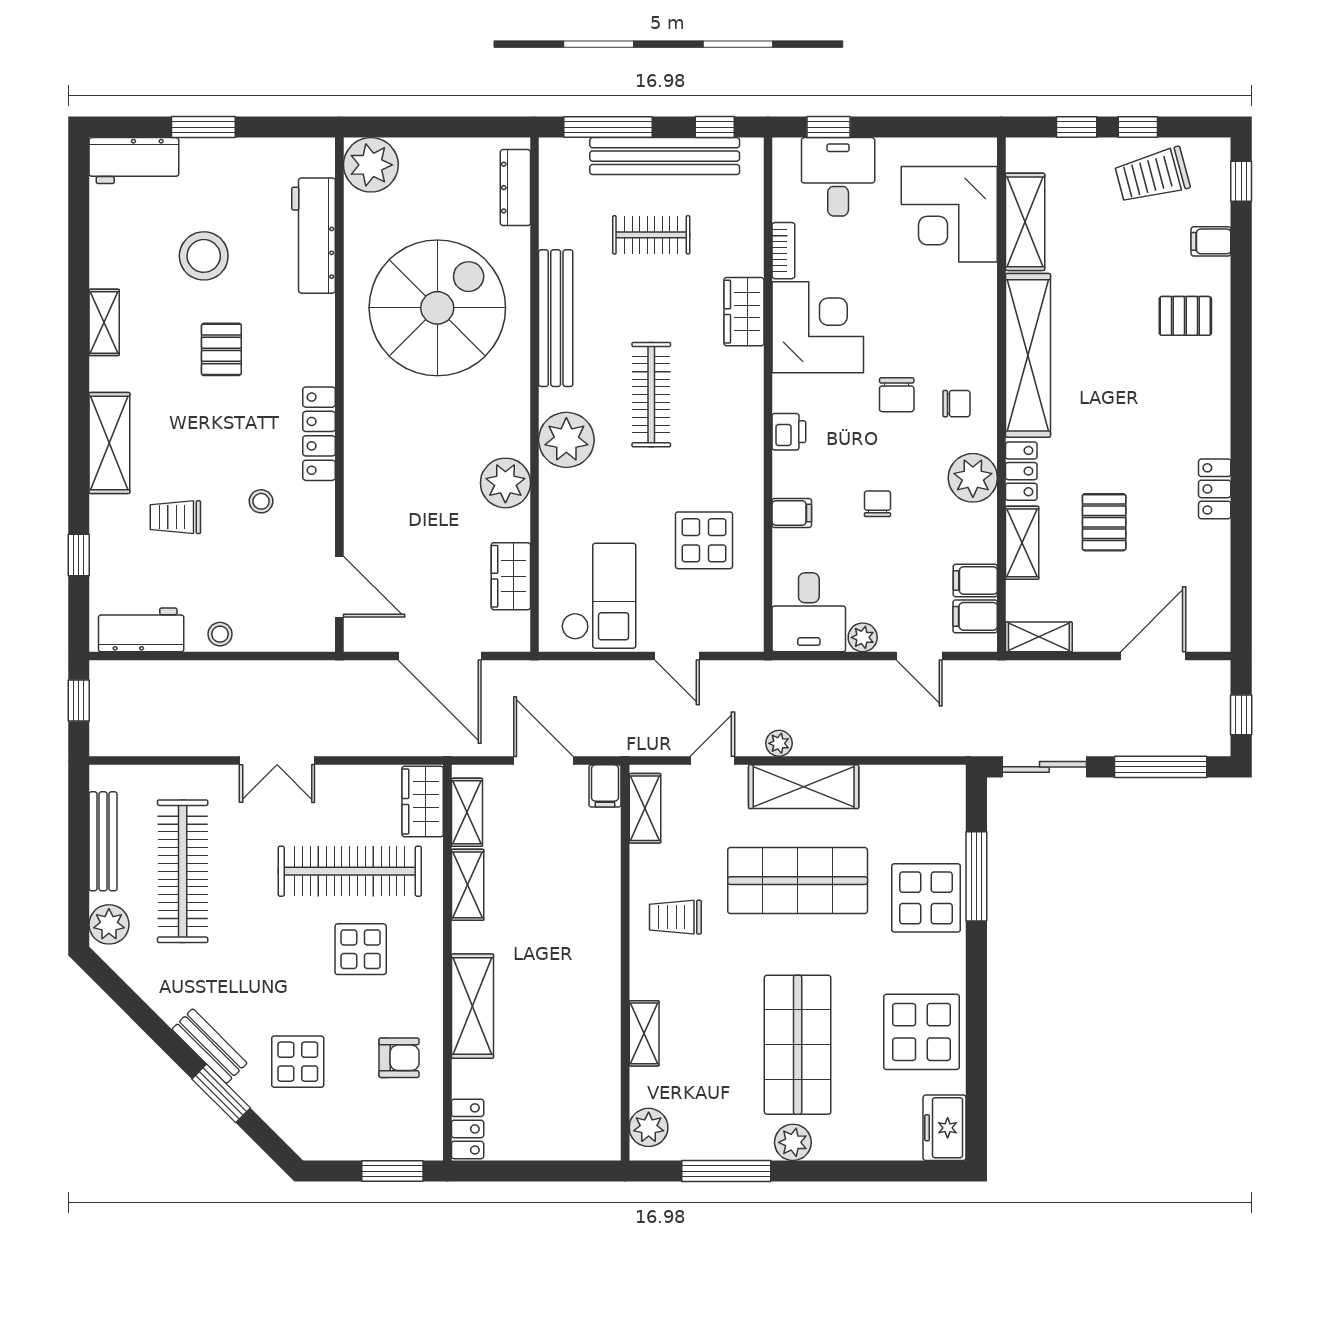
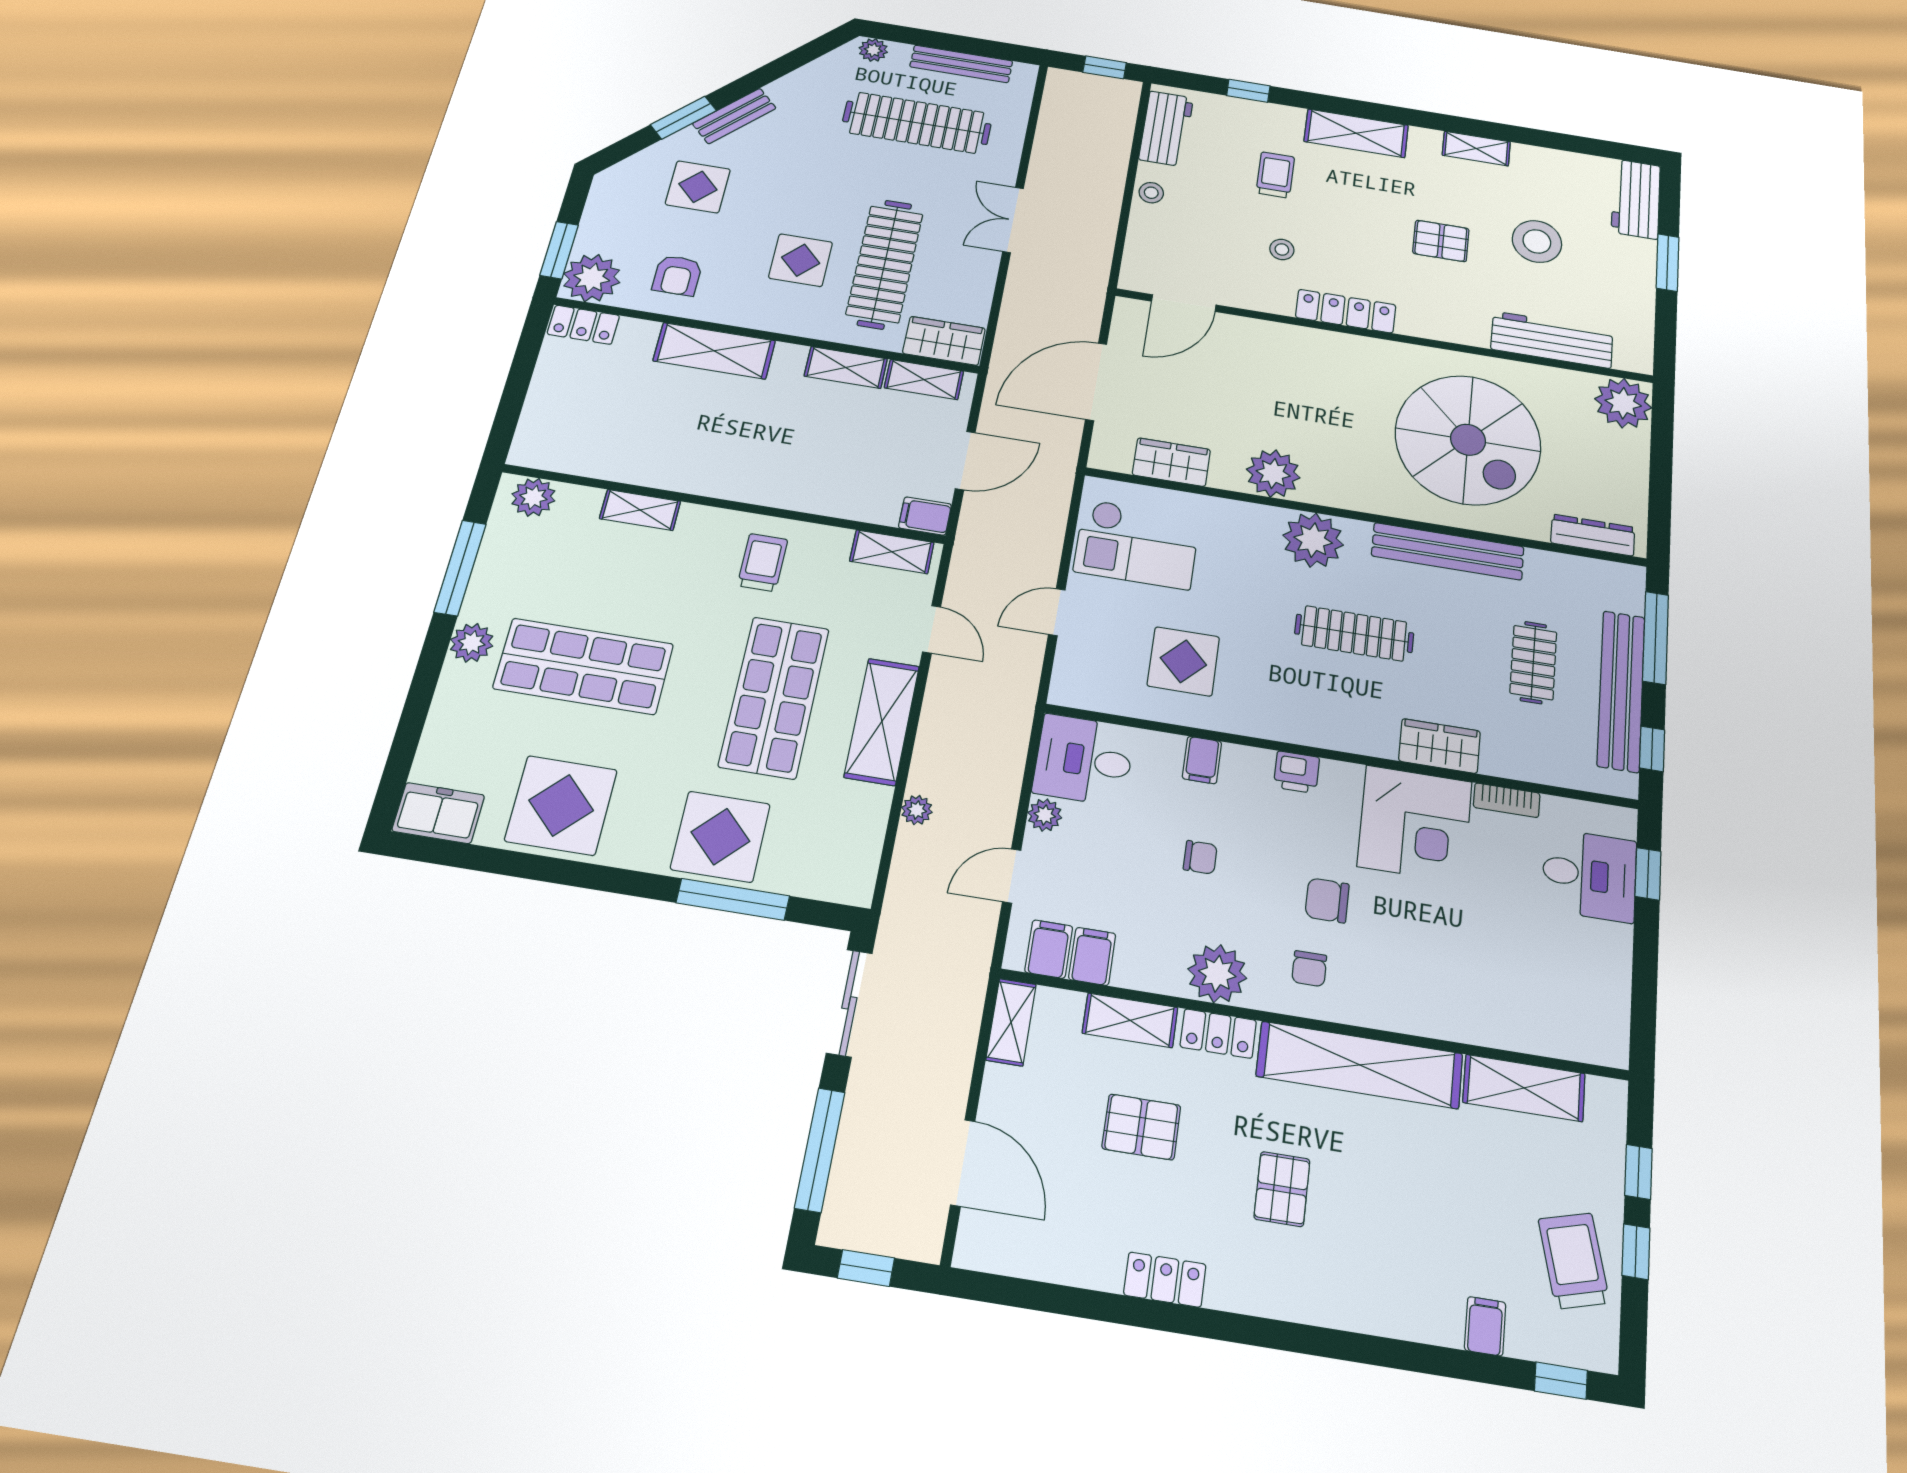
corner desk: (949, 214) -> (1538, 997), removed
pallet: (1185, 316) -> (1282, 1189), moved
plant: (779, 743) -> (917, 810), moved
plant: (109, 924) -> (873, 50), width x0.73, depth x0.73
plant: (417, 1134) -> (592, 278), added

